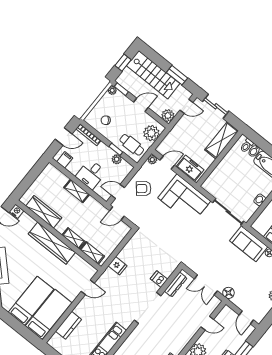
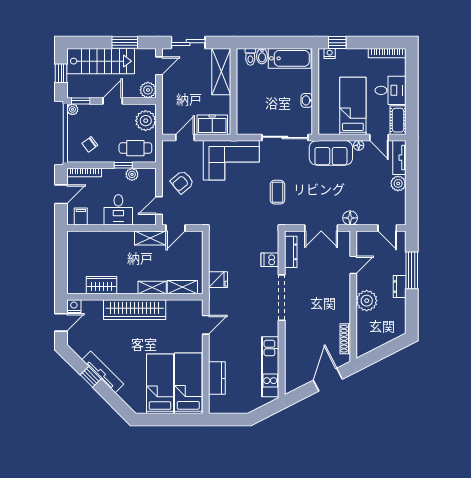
plant: (152, 160) -> (168, 146), removed
shelving: (77, 191) -> (150, 238), moved
wardrobe: (44, 212) -> (101, 285), width x0.67
coffee table: (197, 242) -> (277, 192), added

